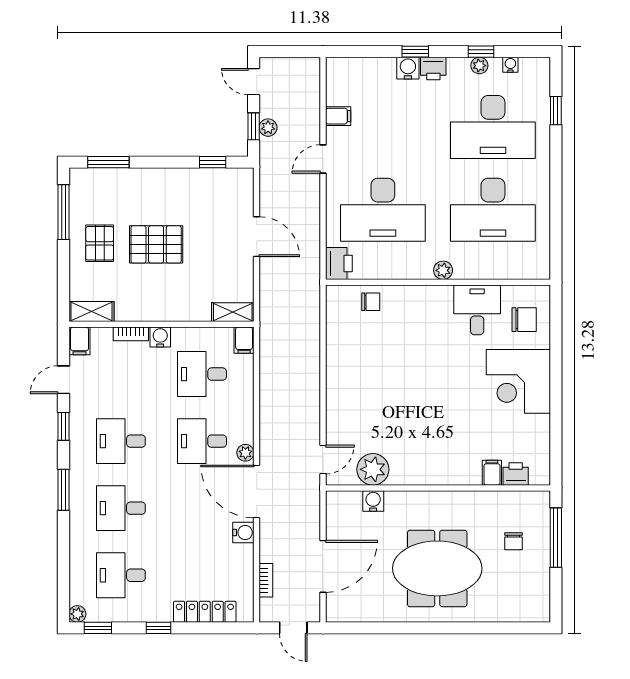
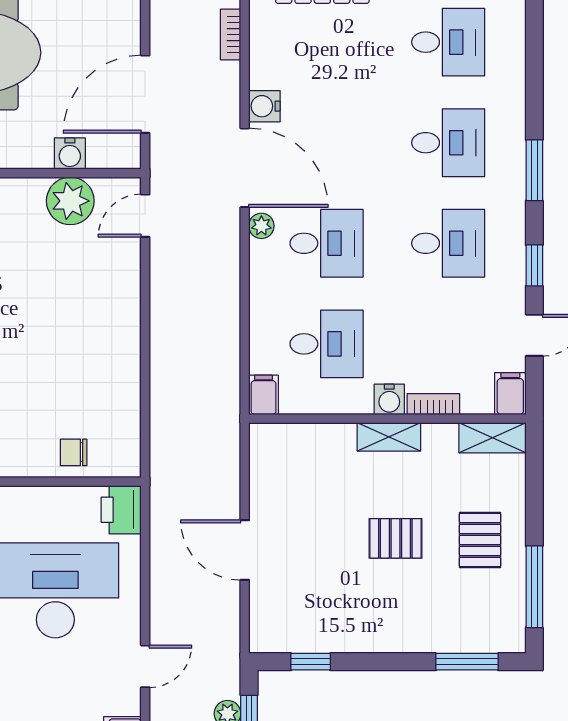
pallet: (156, 244) -> (395, 538), width x0.67, depth x0.71
shelving: (233, 312) -> (389, 437), moved
door: (323, 566) -> (145, 94), moved

